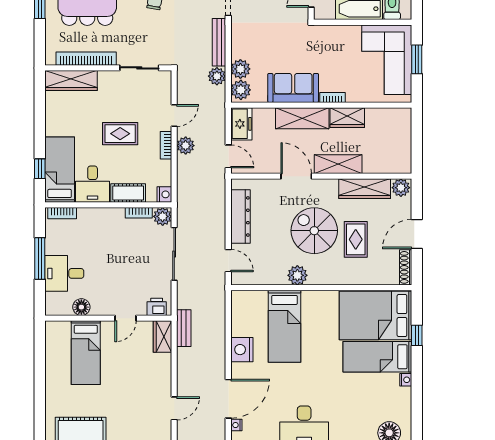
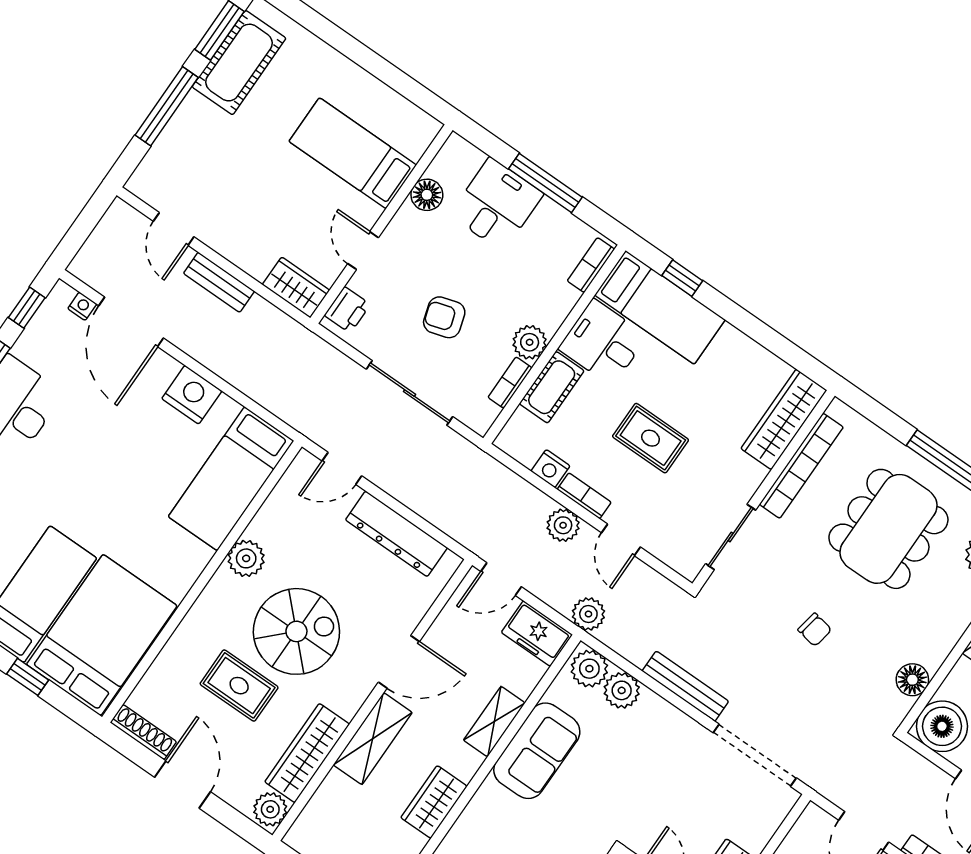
plant: (217, 76) -> (588, 614), moved
bookcase: (333, 98) -> (480, 801), removed
shelving: (302, 118) -> (494, 722), width x0.67, depth x0.75
rug: (120, 134) -> (651, 438), turned 90
nightstand: (164, 194) -> (550, 469), moved
plant: (163, 216) -> (530, 342), moved
armchair: (130, 262) -> (444, 317), added
bed: (284, 326) -> (231, 479), moved, turned -90
bench: (184, 328) -> (219, 282), moved

